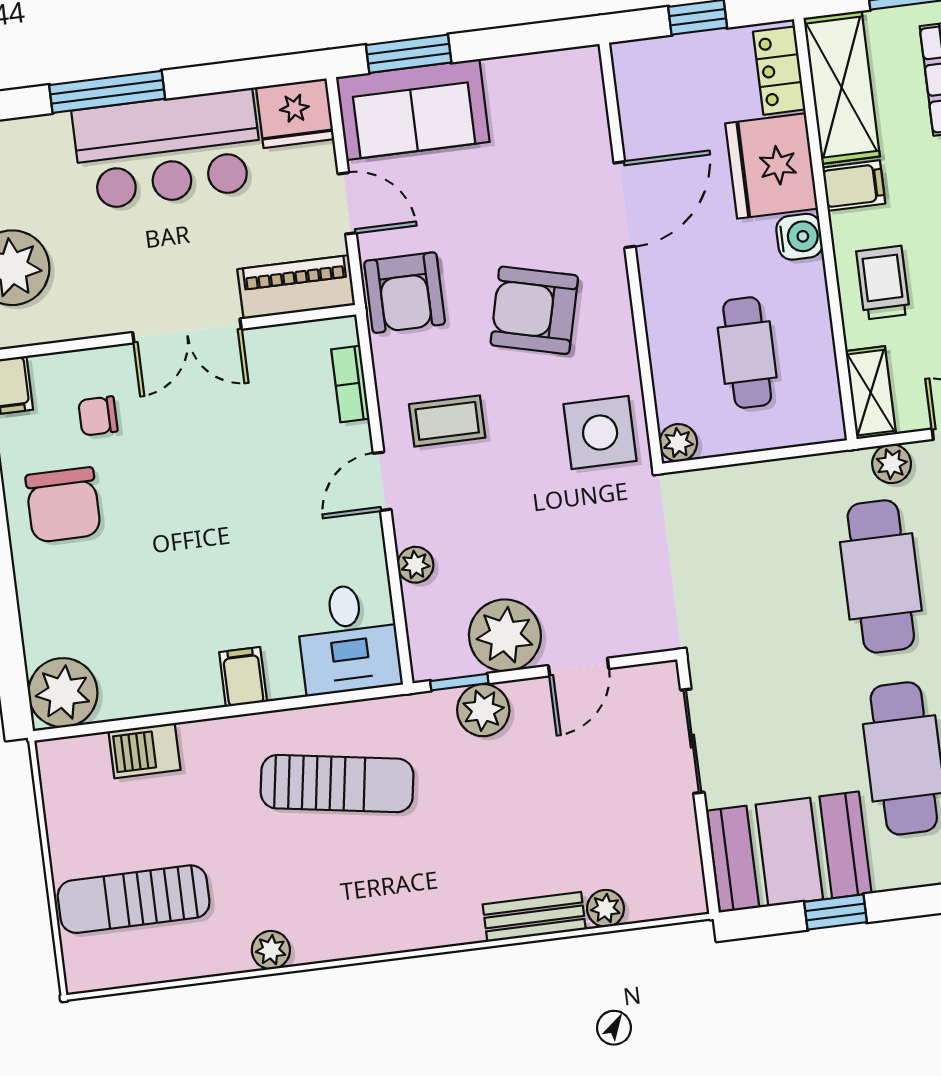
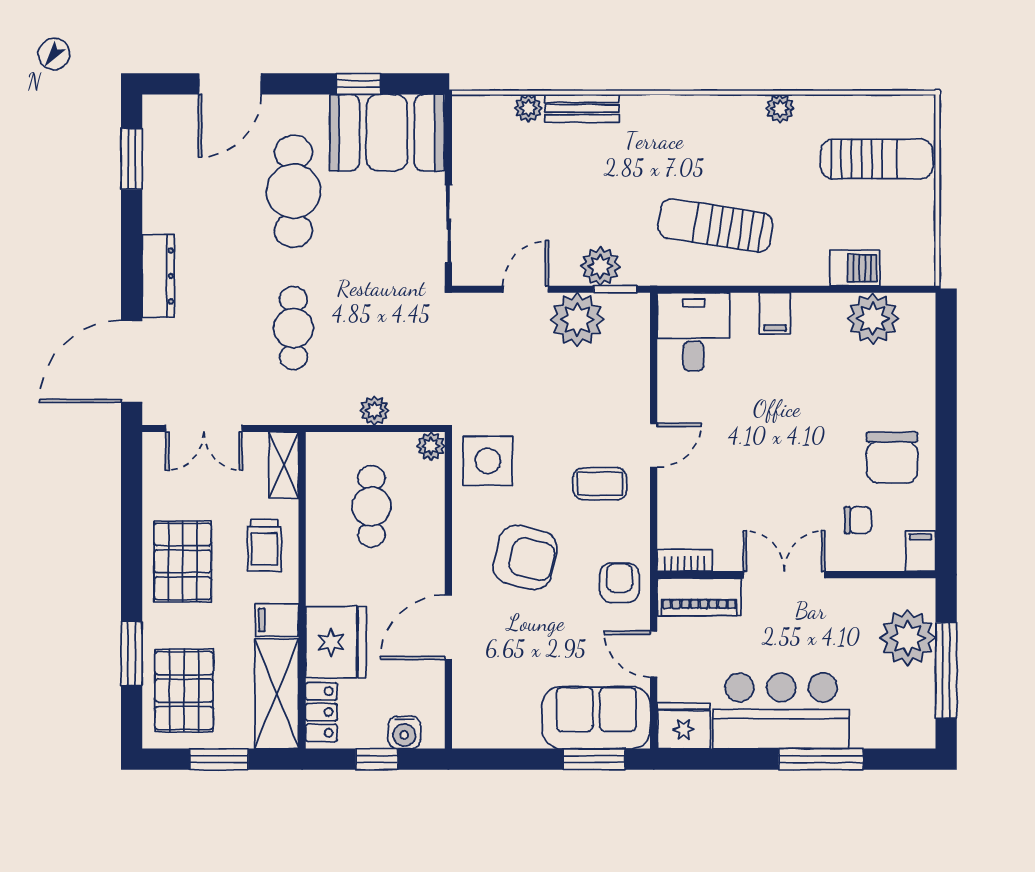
water cooler: (799, 237) -> (404, 732), moved, turned -90
armchair: (405, 293) -> (619, 583), width x0.72, depth x0.72
bookcase: (350, 384) -> (685, 560), moved, turned -90
plant: (892, 464) -> (375, 411), moved
chair: (63, 505) -> (892, 458), turned 180
plant: (415, 565) -> (637, 380), removed
cafe table: (881, 576) -> (293, 328), width x0.73, depth x0.74
plant: (63, 693) -> (873, 319), moved

